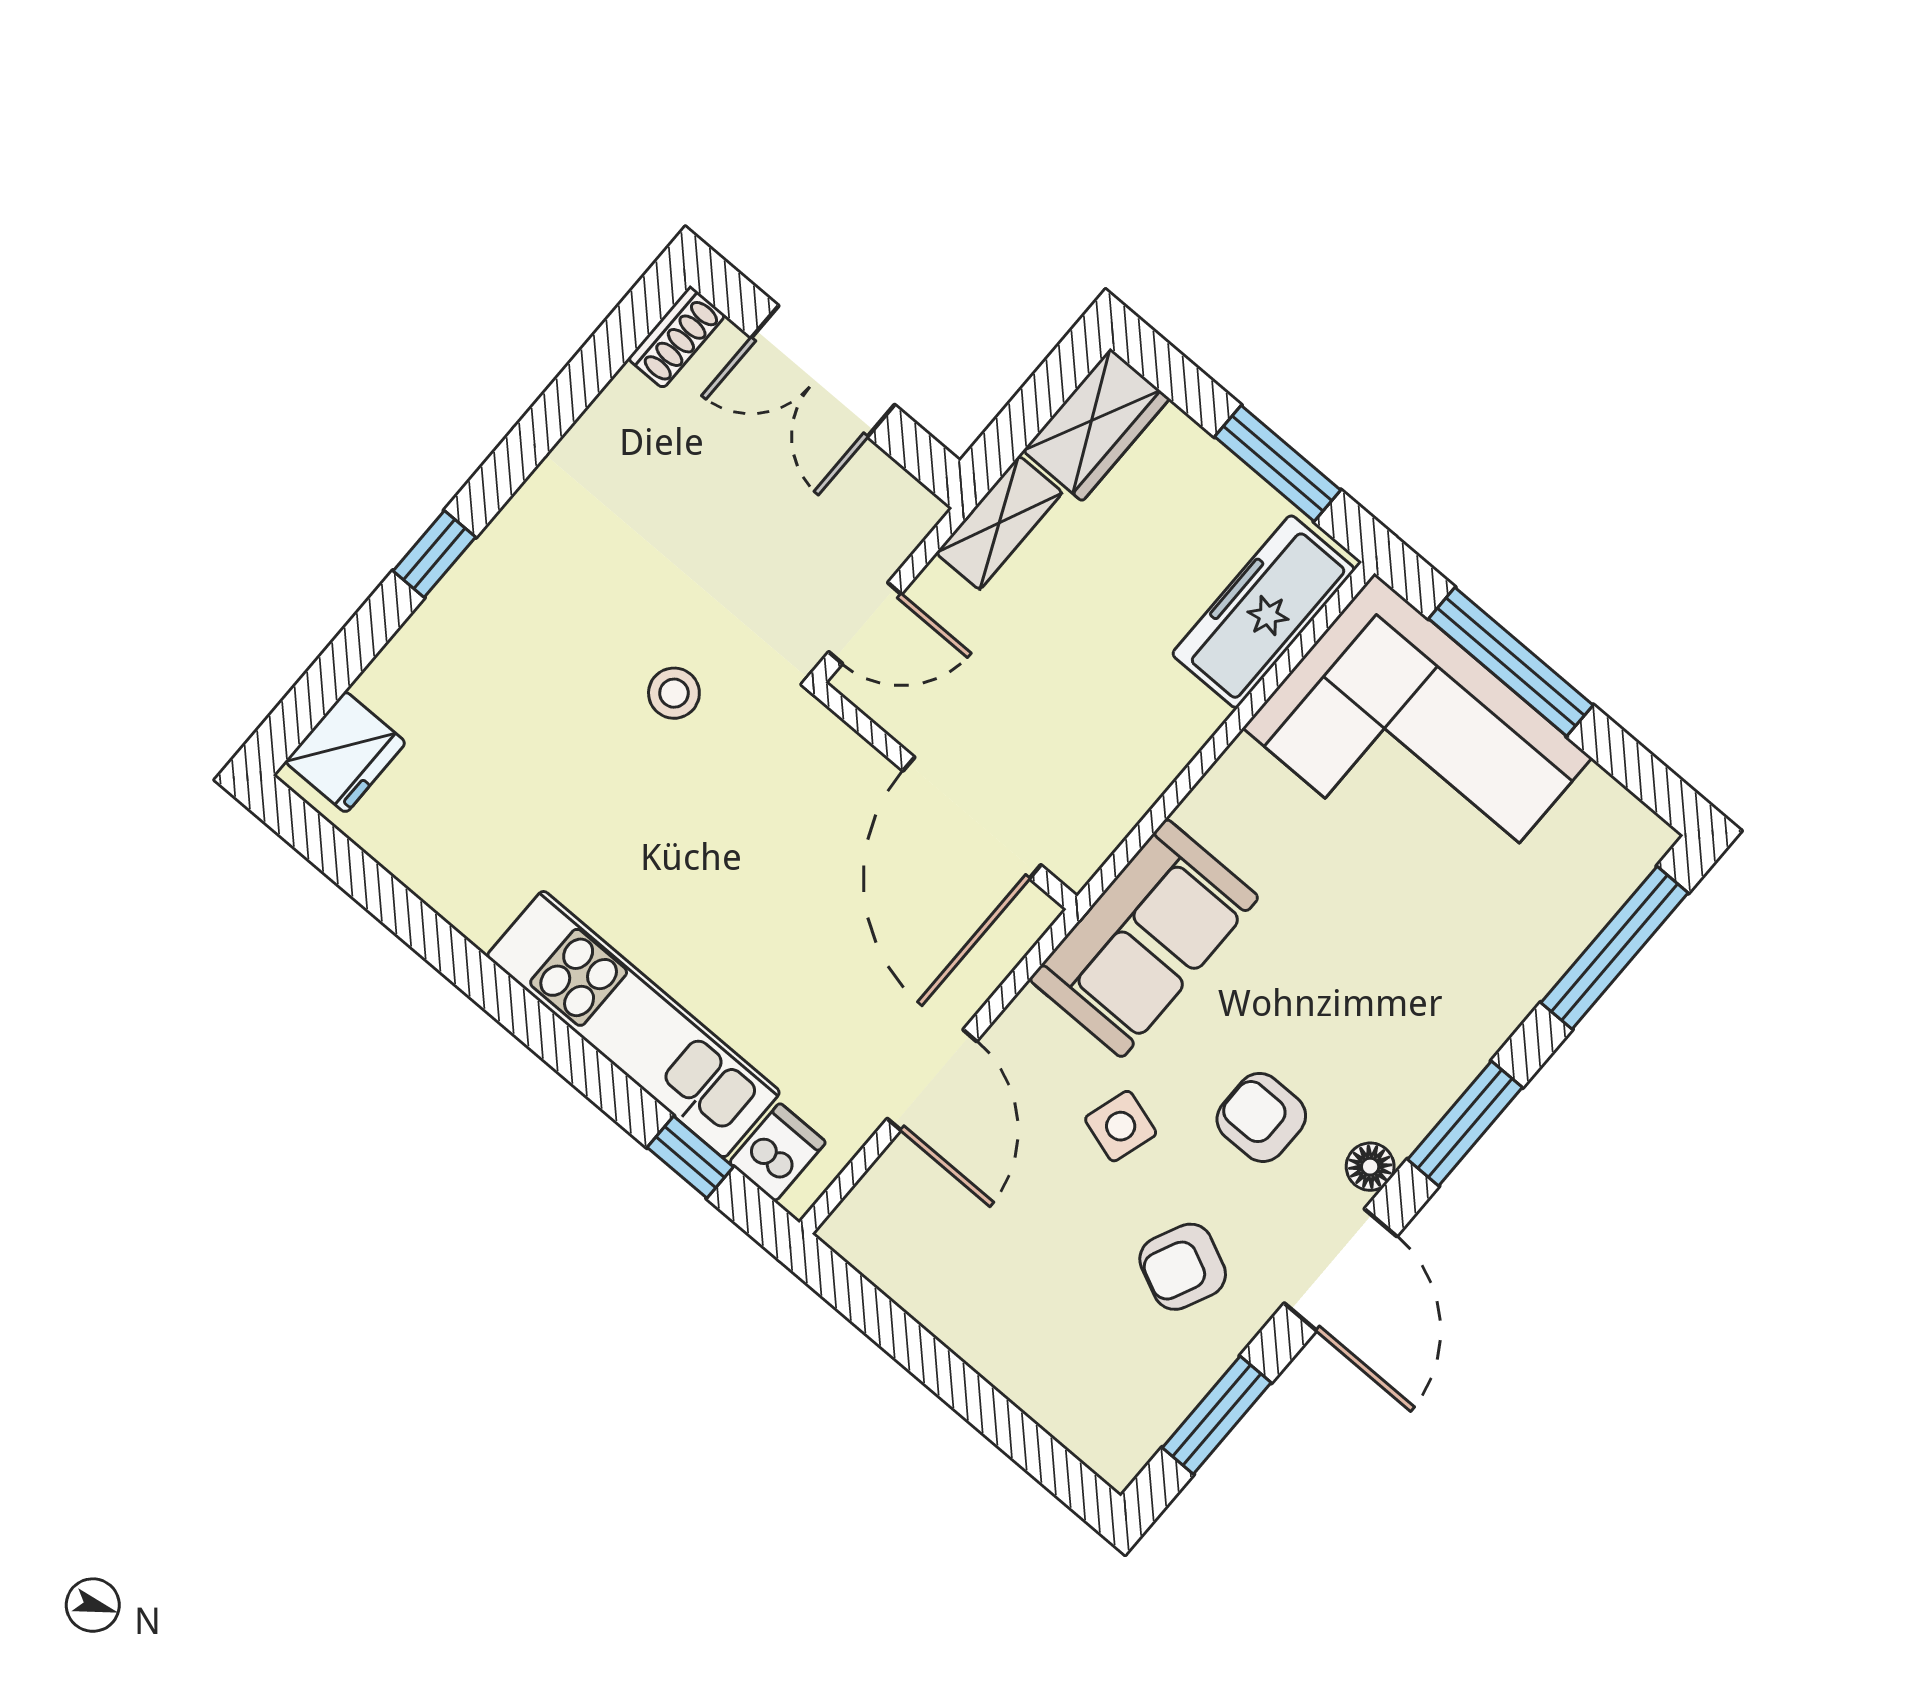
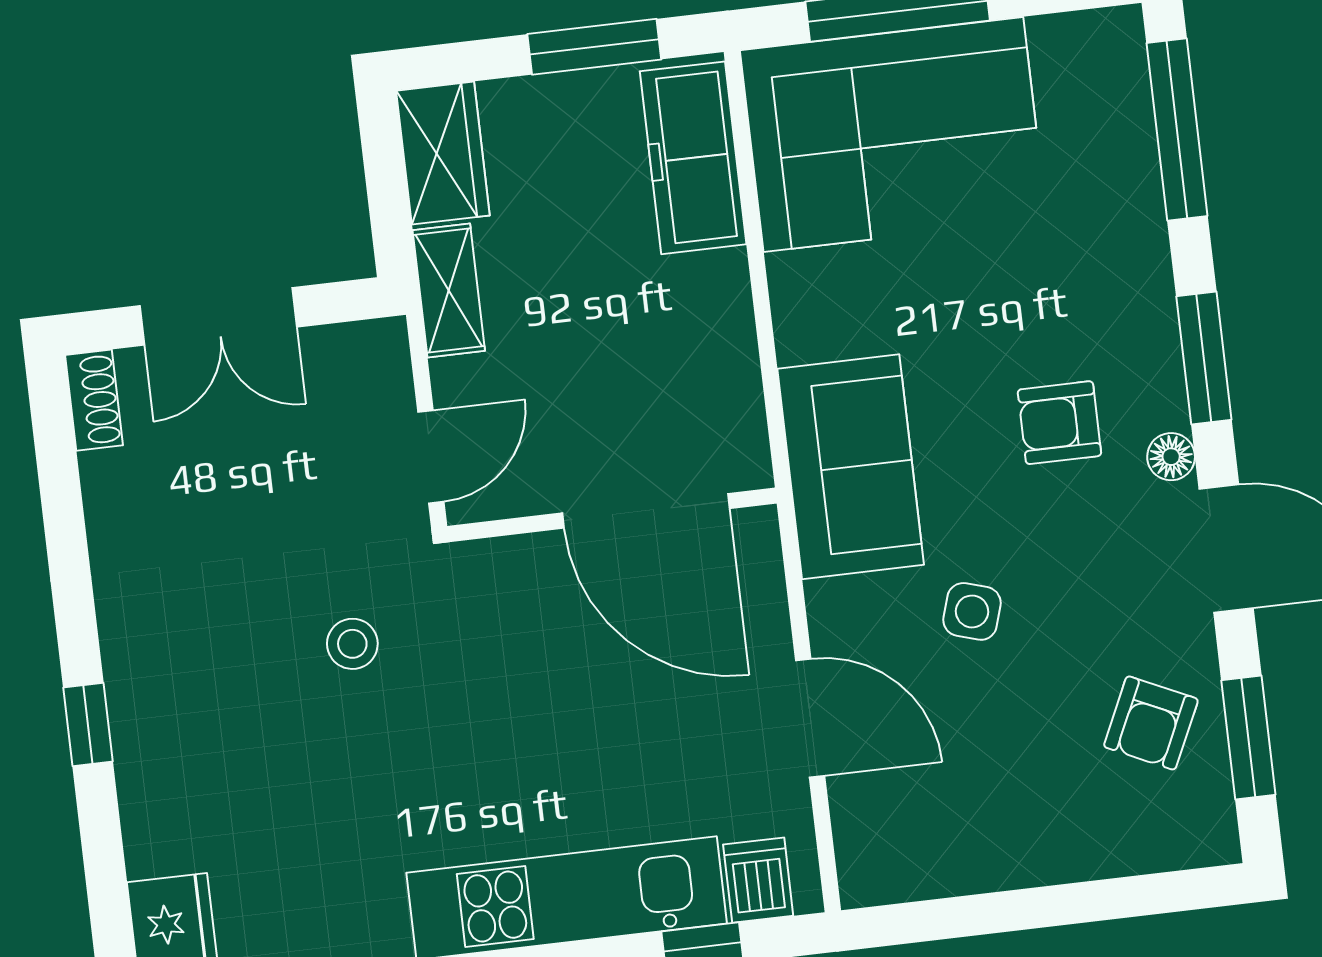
armchair: (1261, 1117) -> (1059, 423), moved
armchair: (1183, 1267) -> (1151, 723), moved

